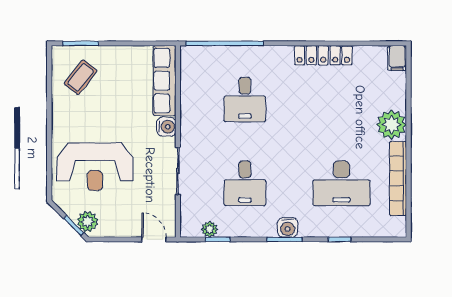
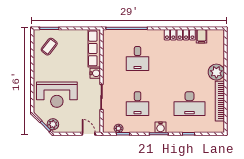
filing cabinet: (397, 58) -> (202, 36), moved

